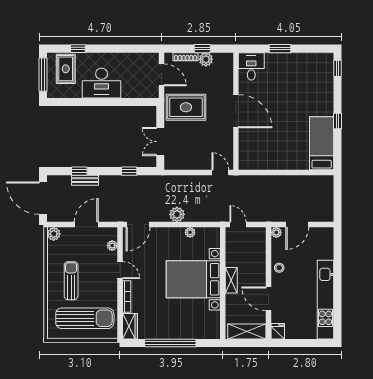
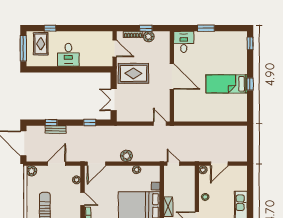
desk: (102, 83) -> (68, 55), width x0.73
bed: (322, 143) -> (227, 84), moved, turned -90

